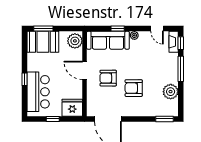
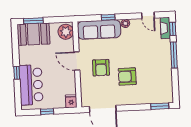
armchair: (108, 78) -> (101, 68), turned -90
plant: (171, 92) -> (165, 78), removed
fridge: (72, 108) -> (71, 101), width x0.53, depth x0.75

